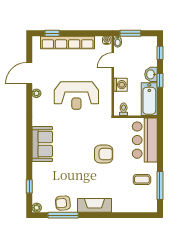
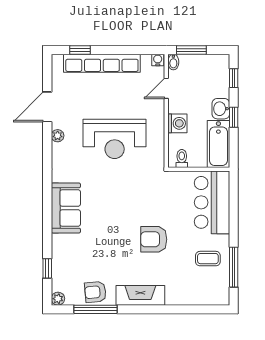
armchair: (104, 154) -> (154, 239), moved, turned 180

